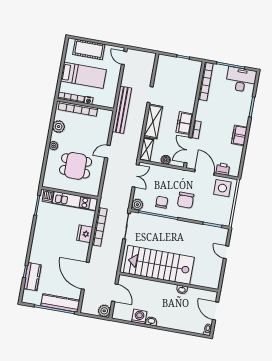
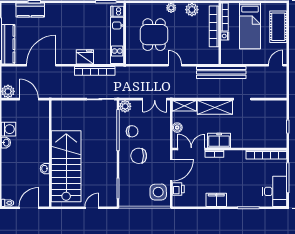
stairs: (159, 265) -> (66, 166), moved
door: (115, 293) -> (29, 99), swing flipped

